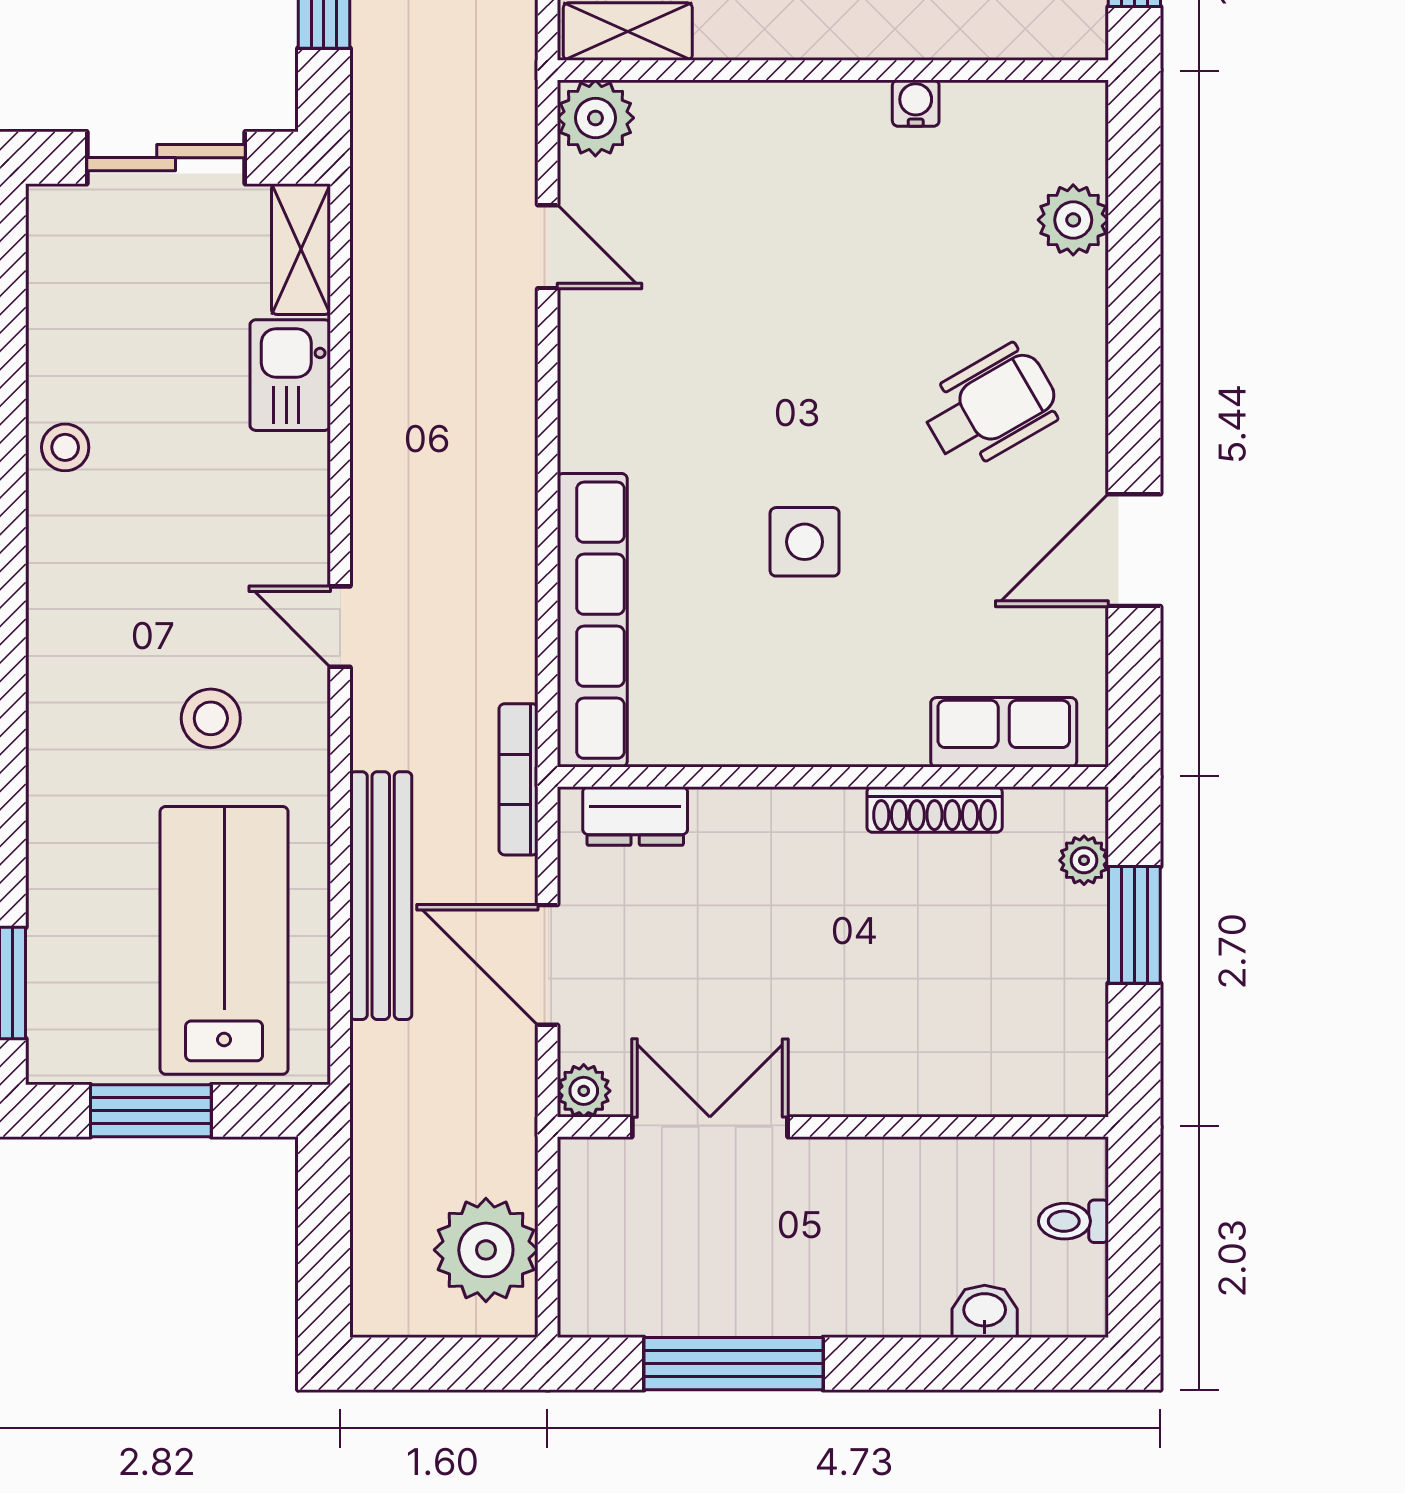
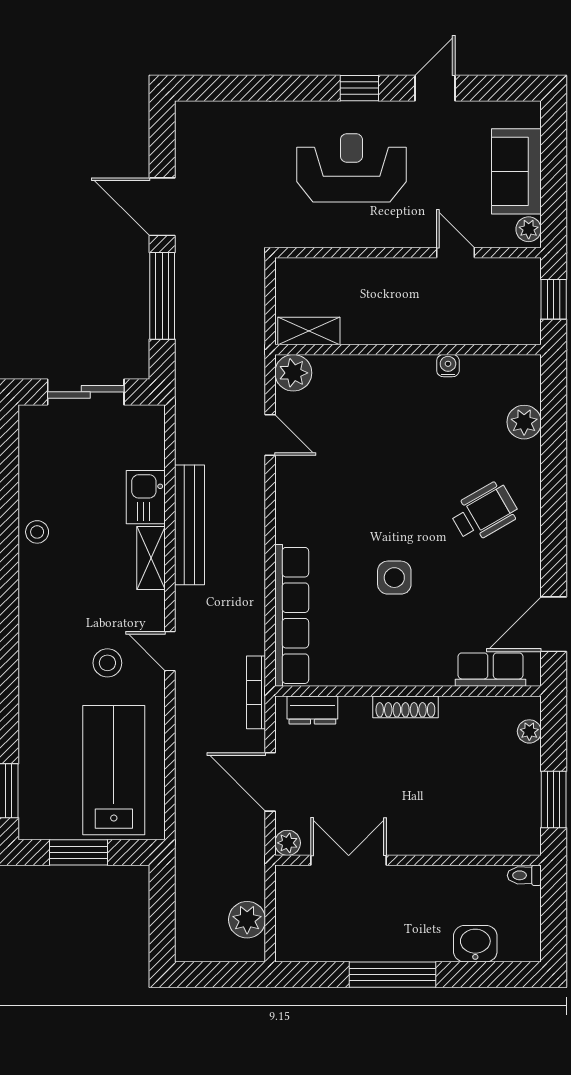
shelving: (301, 249) -> (151, 558), moved
door: (1134, 550) -> (554, 624), moved
door: (340, 627) -> (170, 651), moved
shoe rack: (935, 810) -> (405, 707), moved
bench: (381, 896) -> (190, 525), moved
window: (1134, 925) -> (554, 800), moved
toilet: (1074, 1221) -> (524, 875), moved
plant: (486, 1250) -> (247, 920), width x0.73, depth x0.73
washbasin: (985, 1311) -> (475, 944), width x1.38, depth x1.45
window: (734, 1364) -> (393, 975), moved

